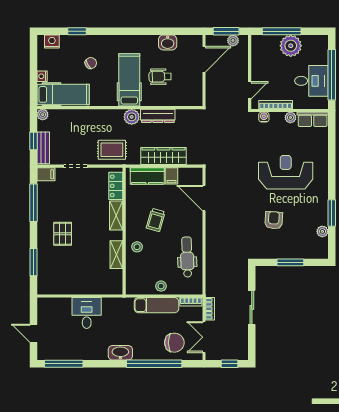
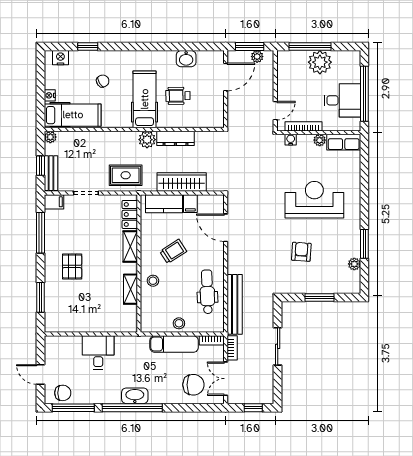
trolley: (156, 220) -> (173, 251), turned -139
bench: (212, 269) -> (235, 304), added
chair: (54, 350) -> (63, 393), added
window: (154, 364) -> (132, 408), moved

